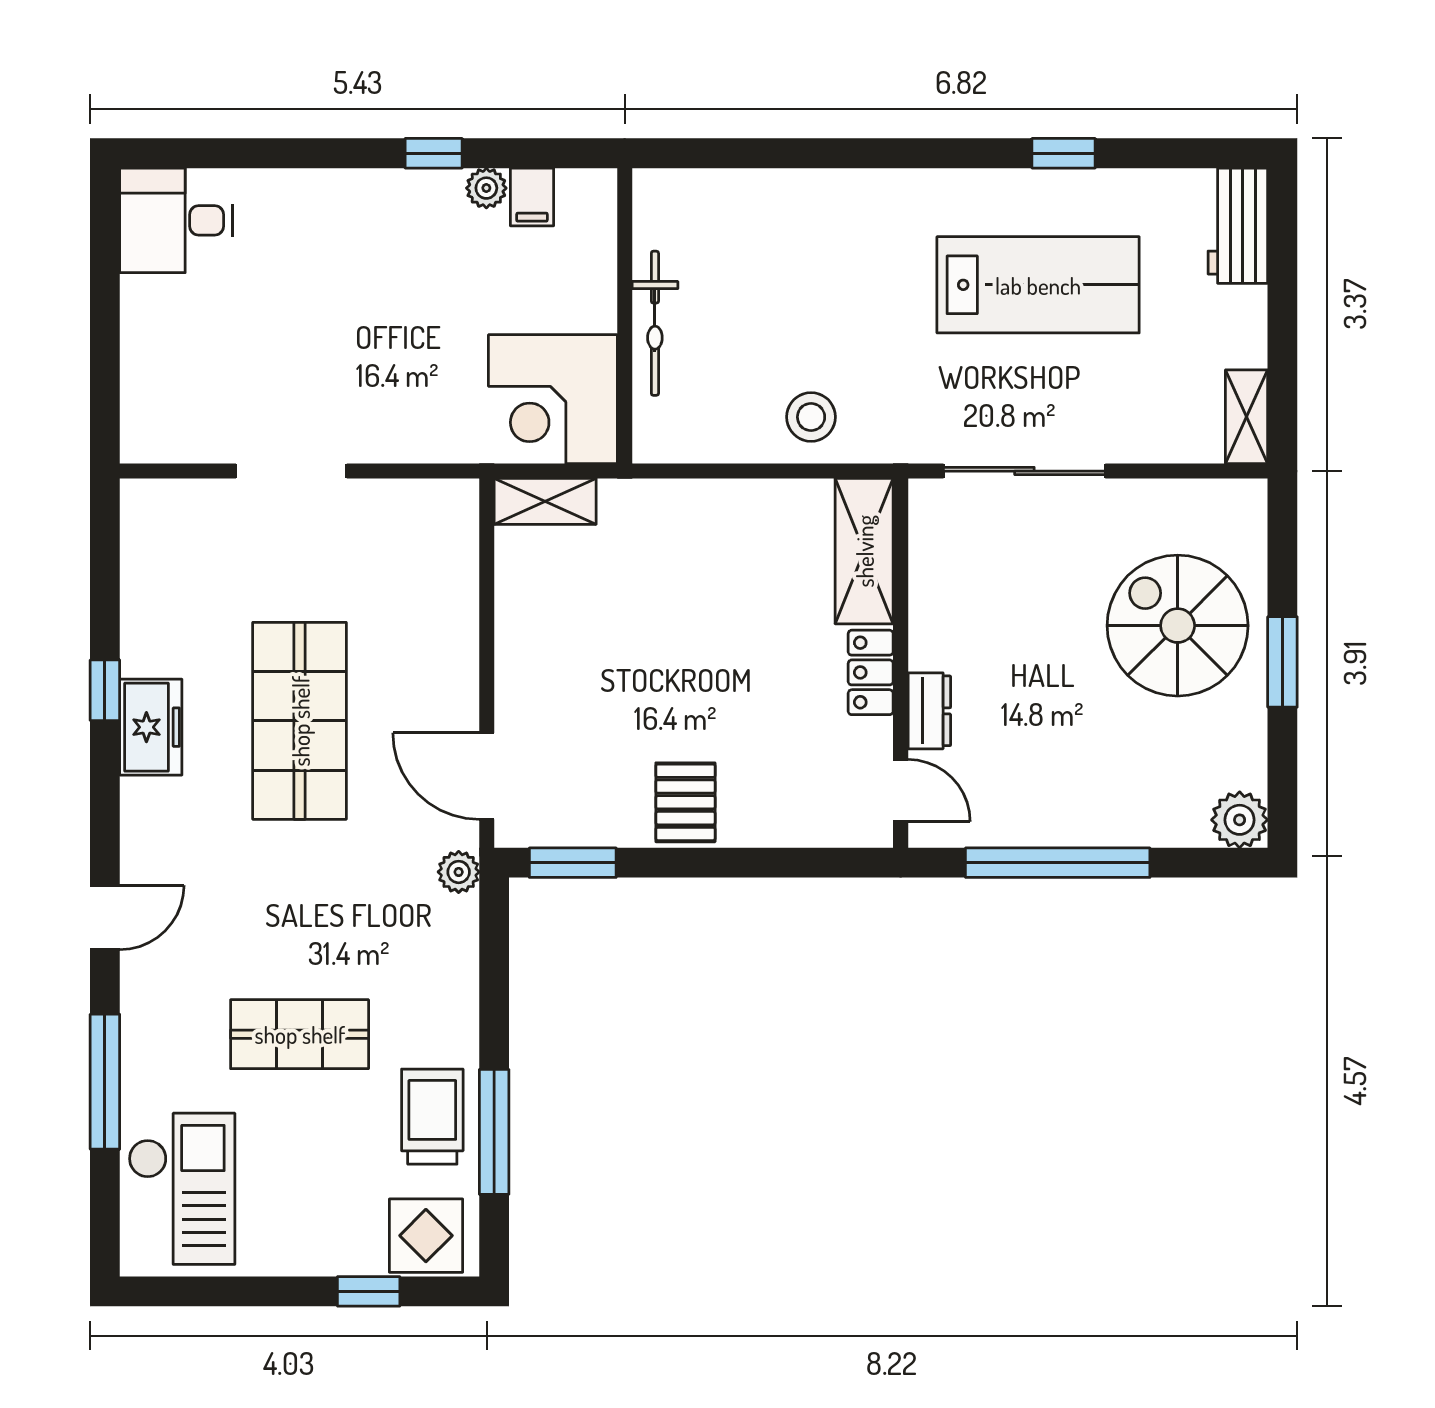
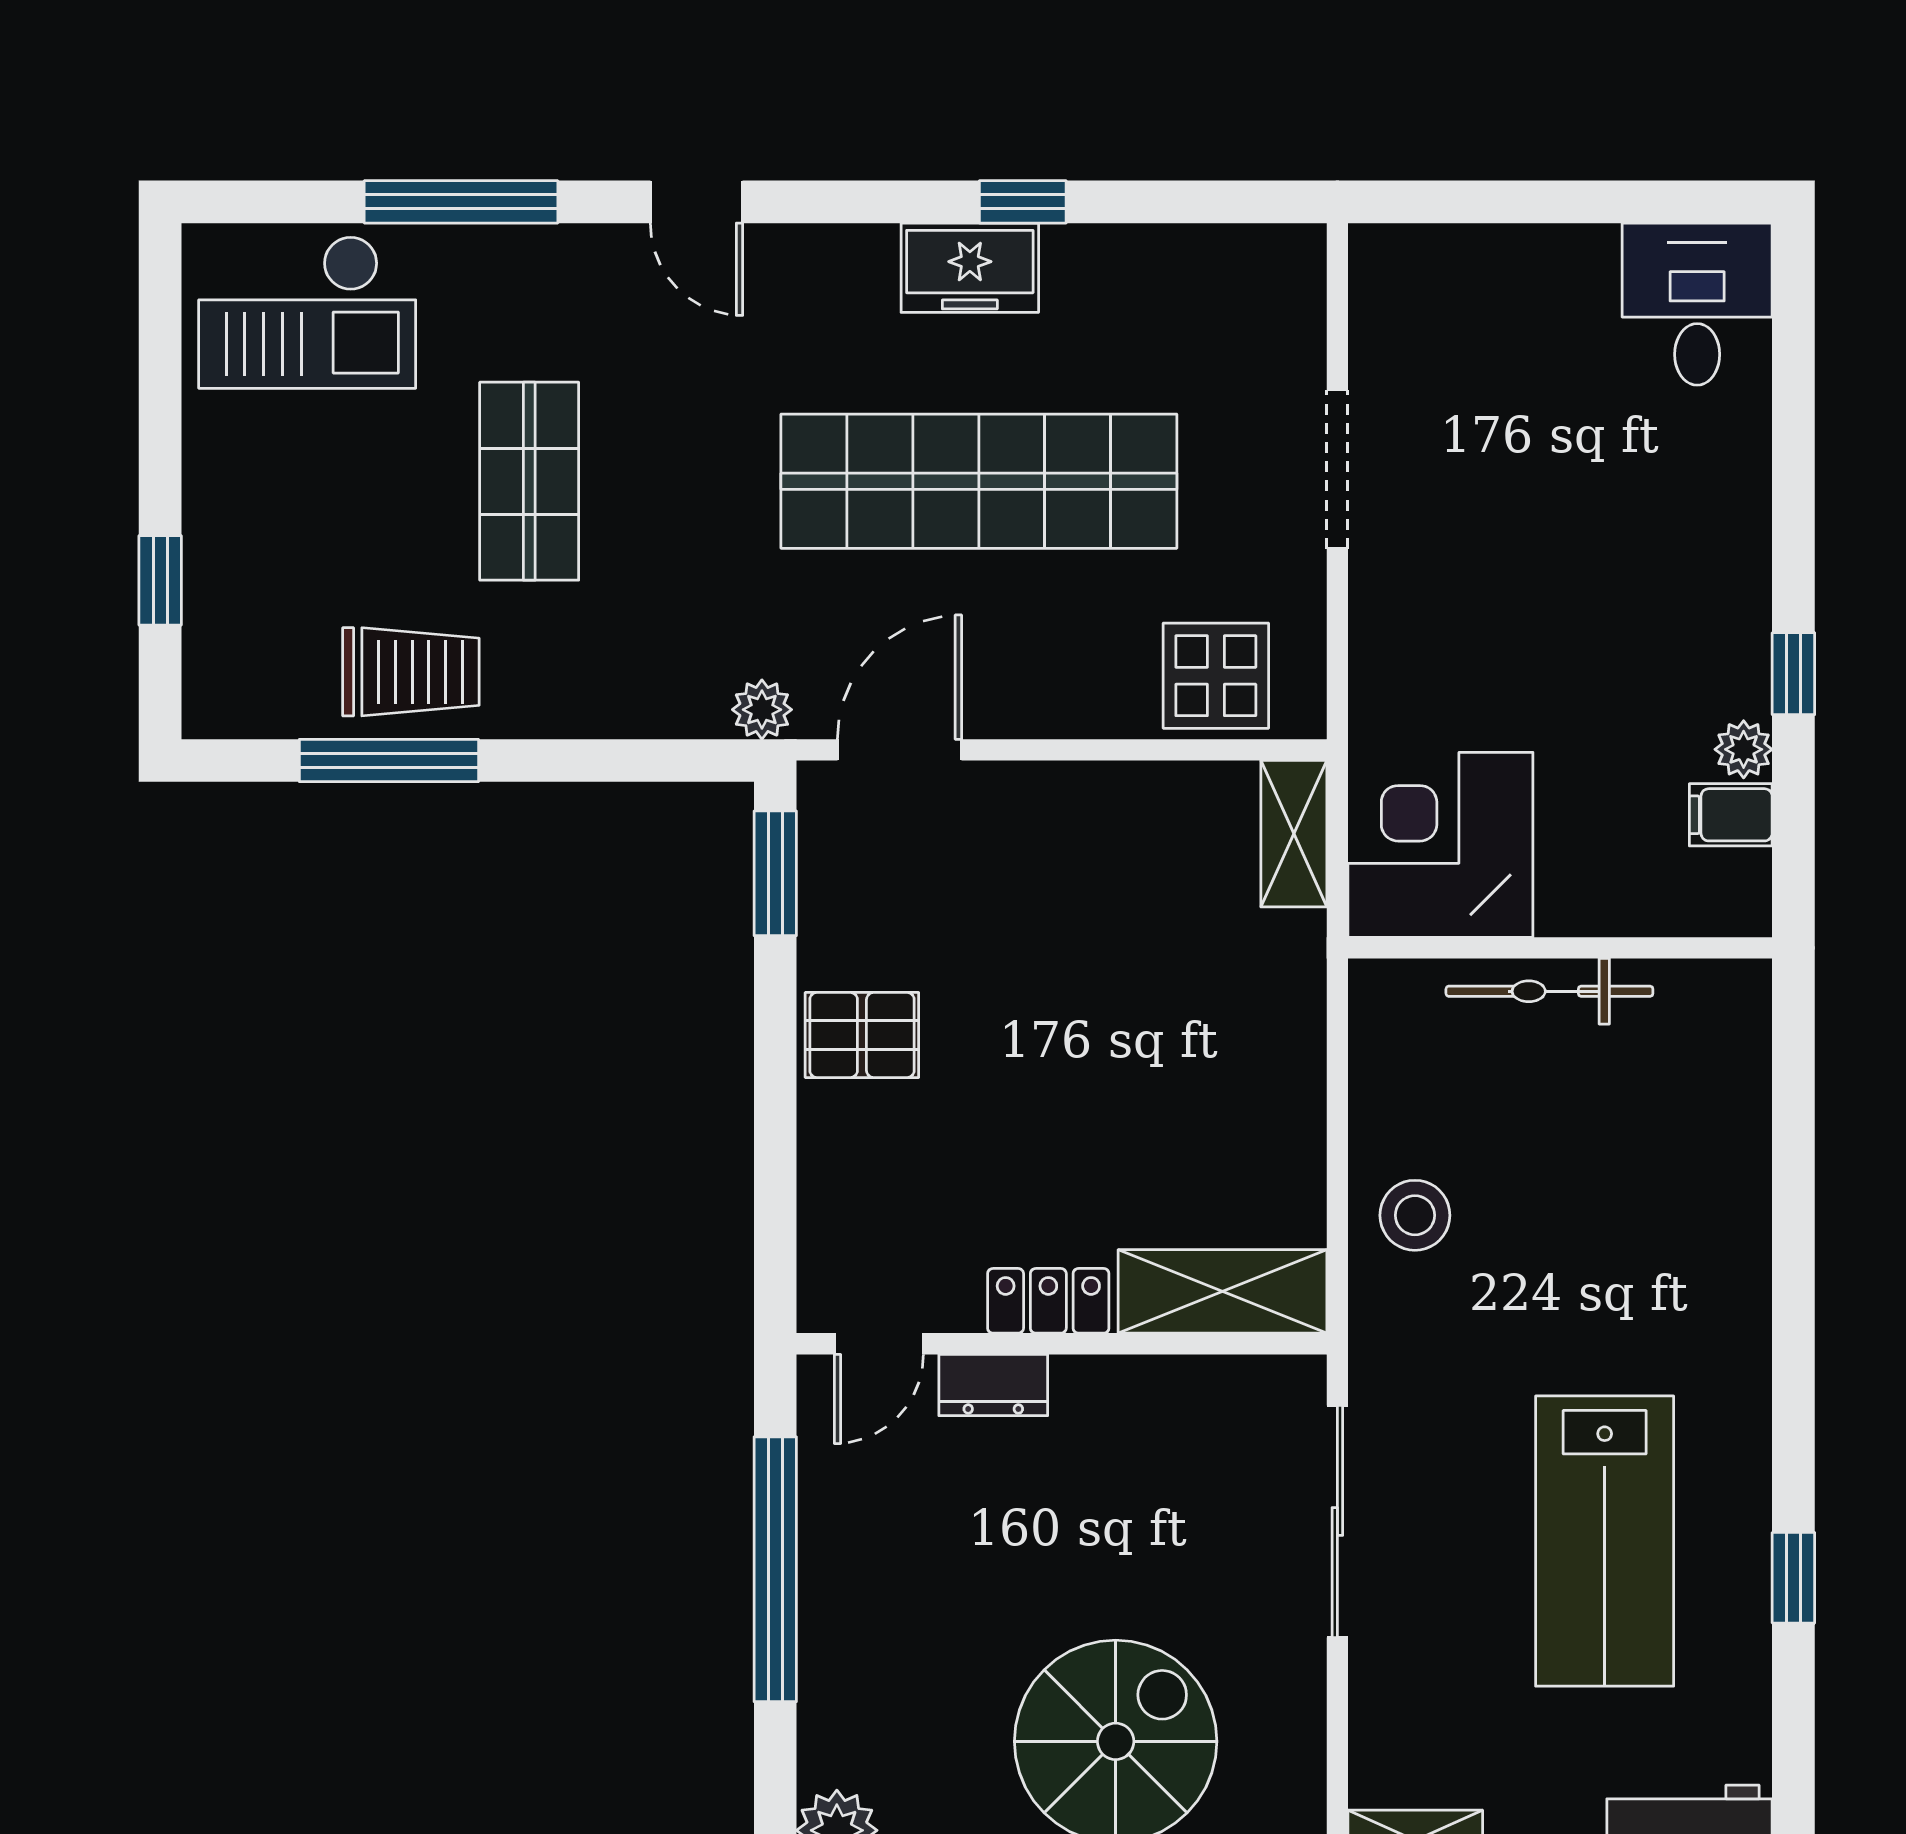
shop shelf: (300, 721) -> (979, 481), width x1.40
display table: (426, 1236) -> (1216, 676), moved

